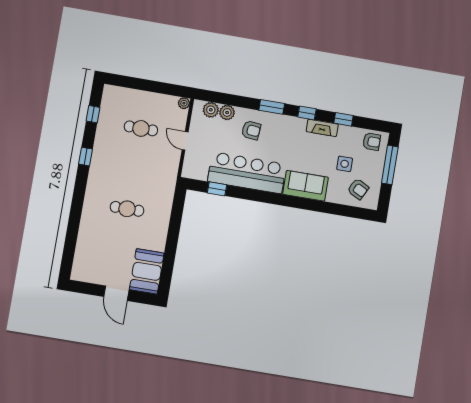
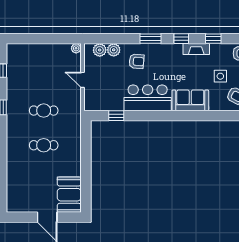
cafe table: (141, 128) -> (44, 111), moved
bar counter: (247, 173) -> (148, 98), width x0.73

